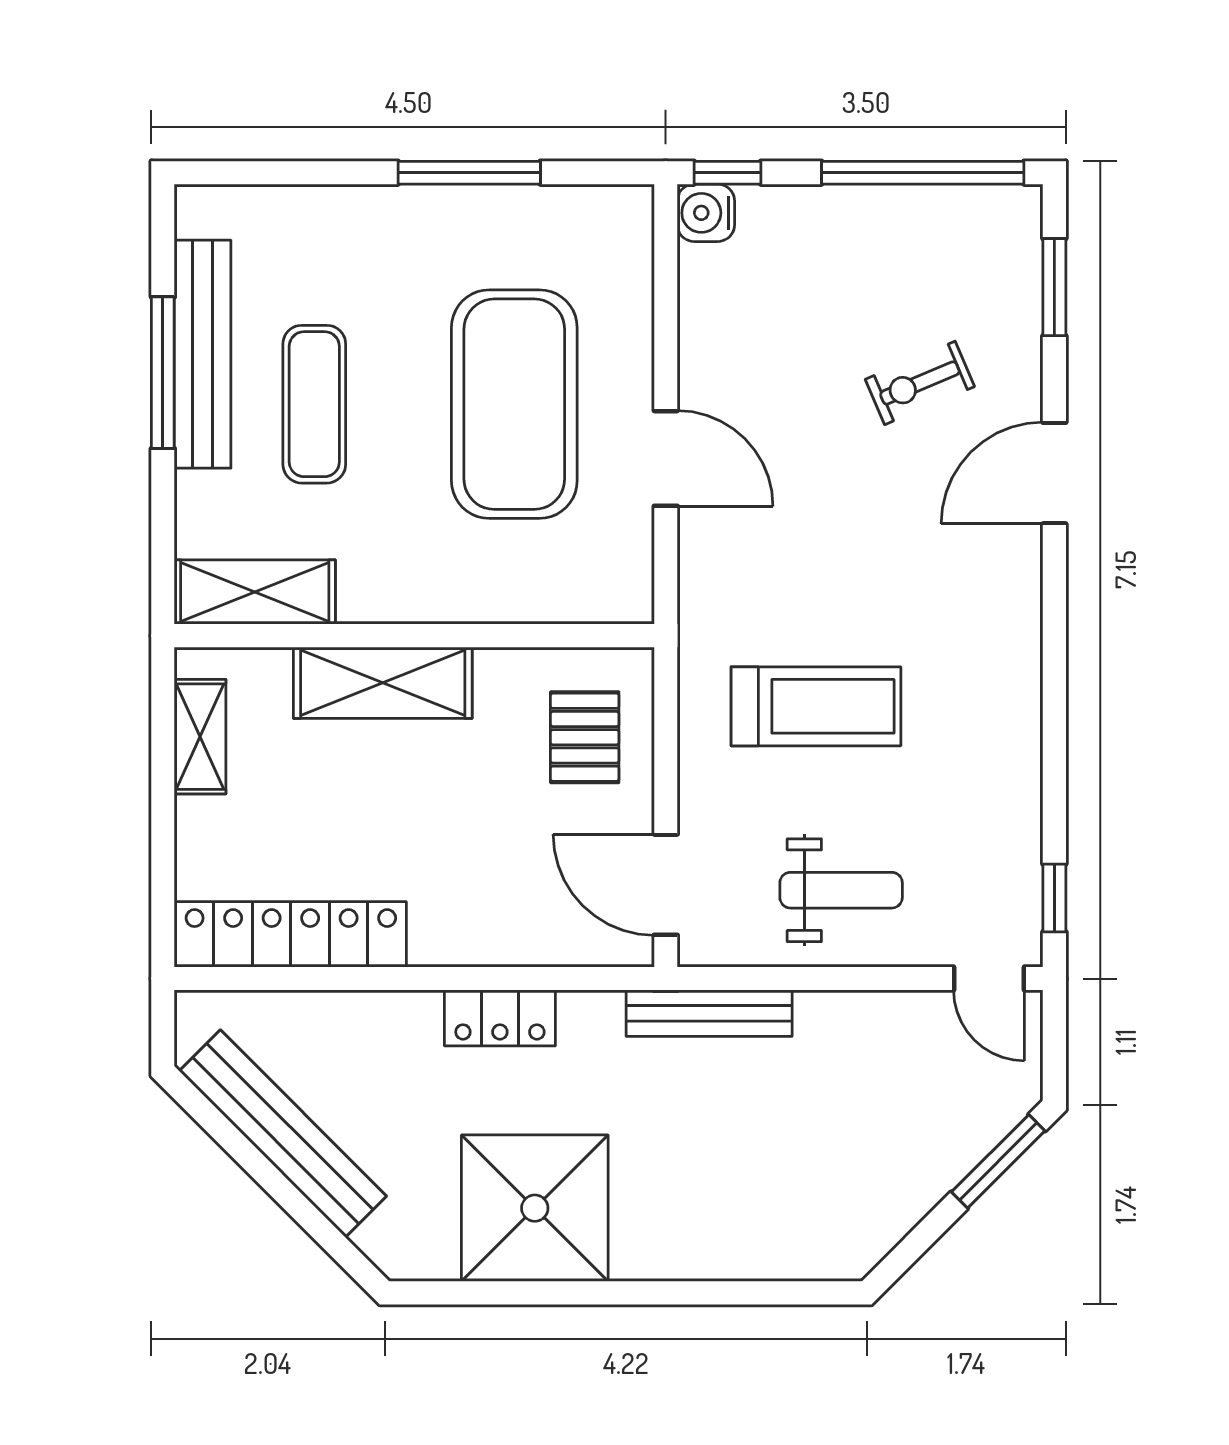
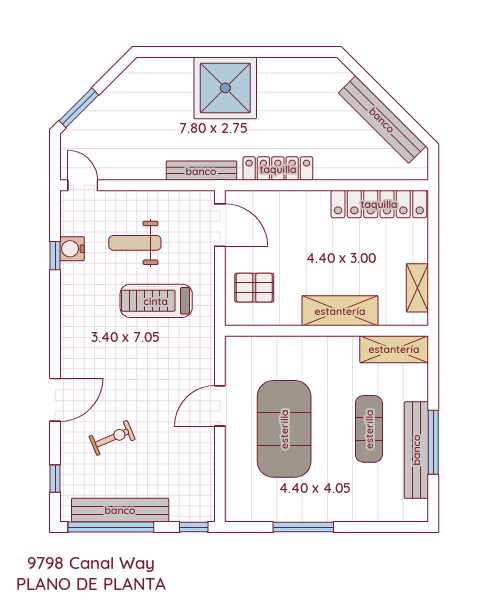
water cooler: (706, 213) -> (72, 249), moved, turned 180
bench: (901, 213) -> (120, 510), added
window: (1054, 287) -> (55, 479), width x0.67
door: (666, 458) -> (220, 406), hinge flipped
pallet: (585, 737) -> (254, 288), turned 90
weight bench: (841, 890) -> (135, 243), moved
window: (1054, 898) -> (55, 256), moved
locker: (500, 1018) -> (278, 169), width x1.53
shower: (535, 1208) -> (225, 88), moved

